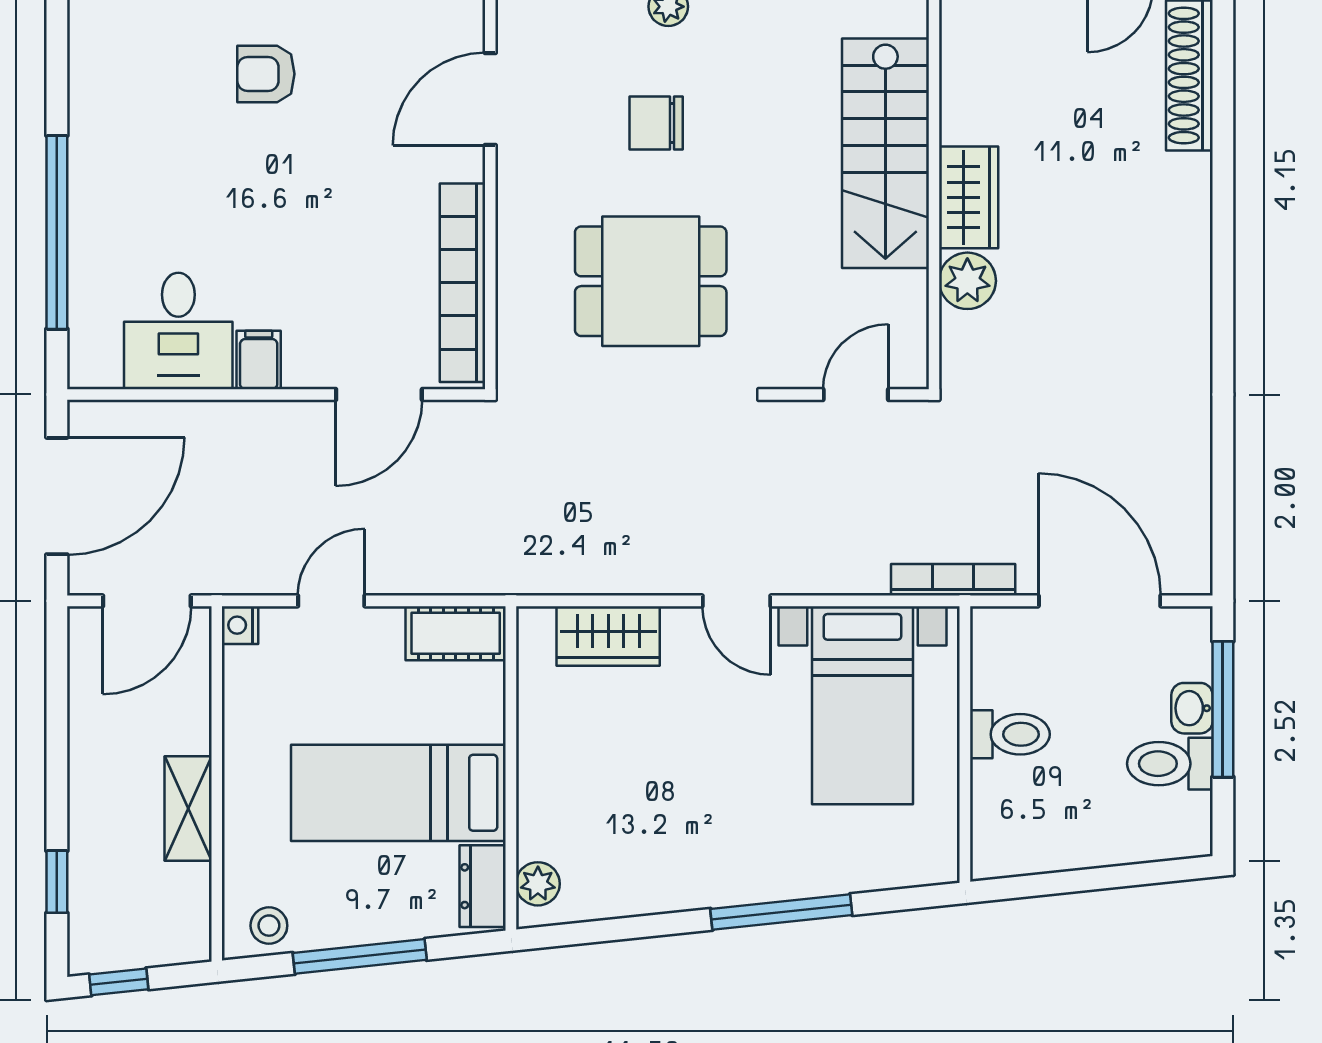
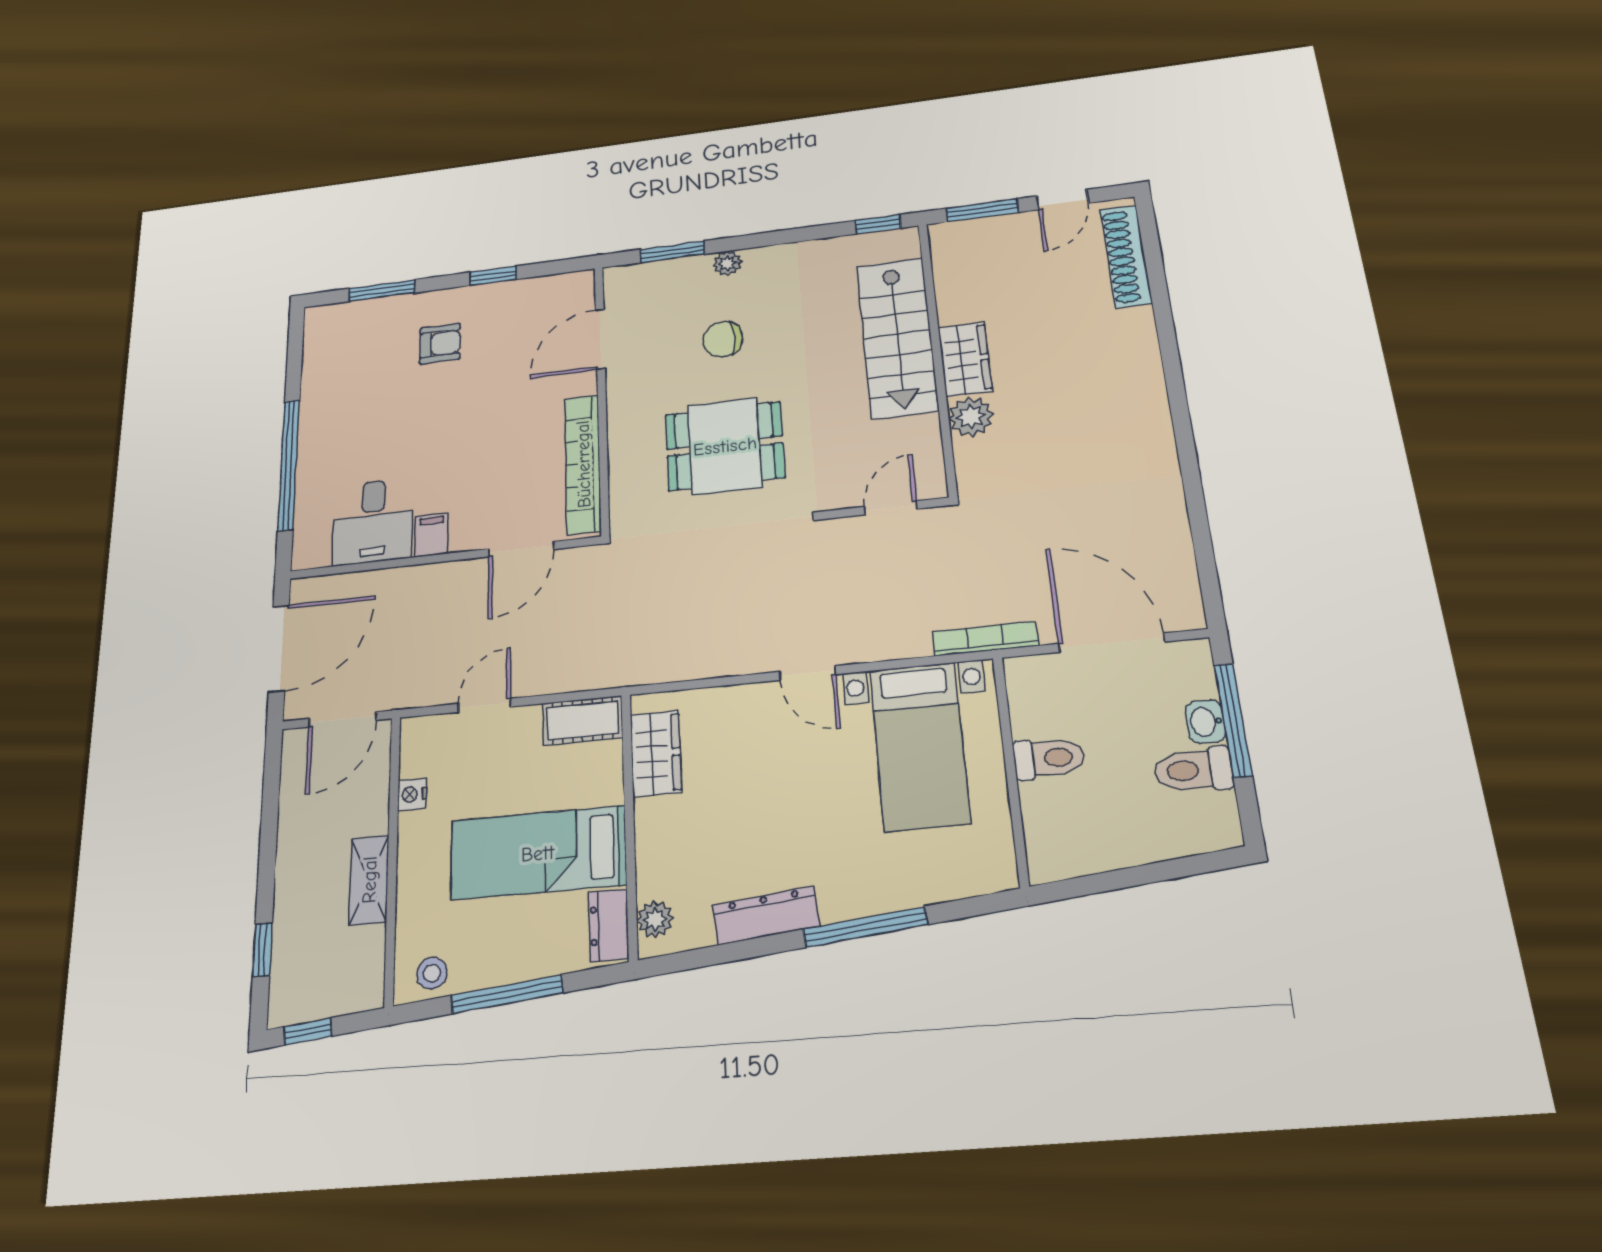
armchair: (266, 74) -> (440, 344), turned 180
nightstand: (240, 625) -> (412, 794), moved
wardrobe: (608, 636) -> (656, 753), moved, turned -90
dresser: (668, 890) -> (766, 915), added

